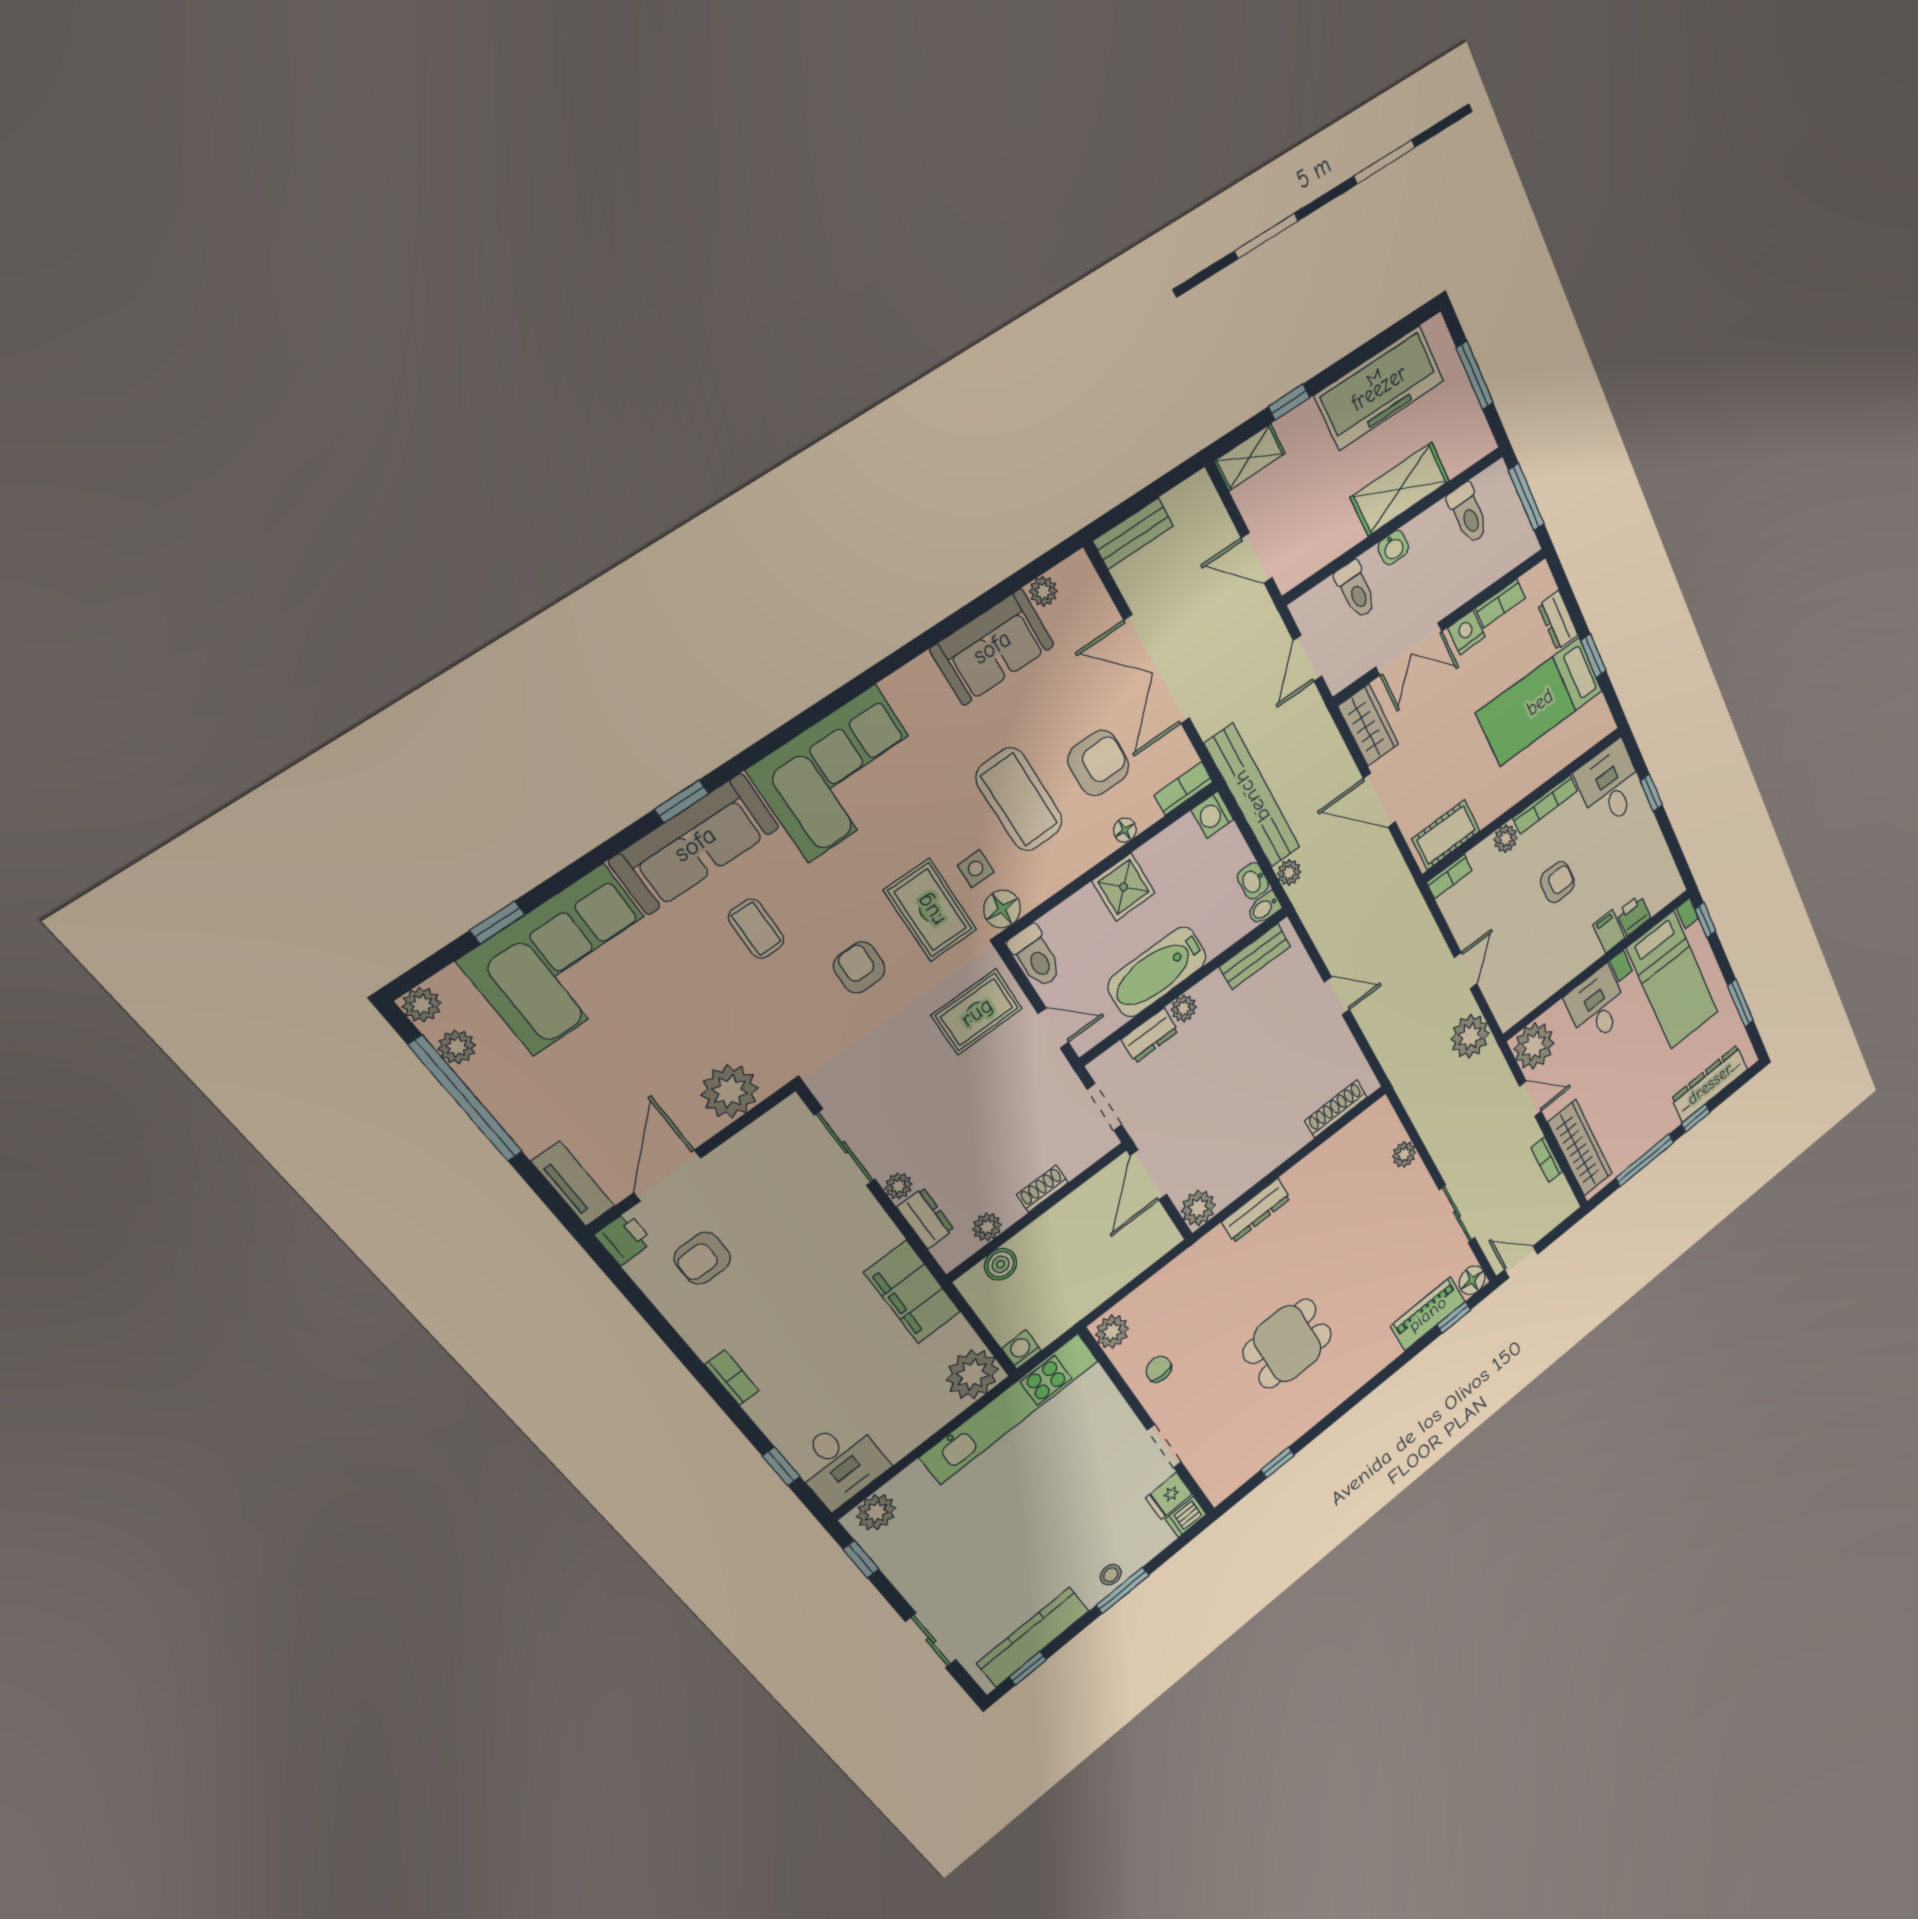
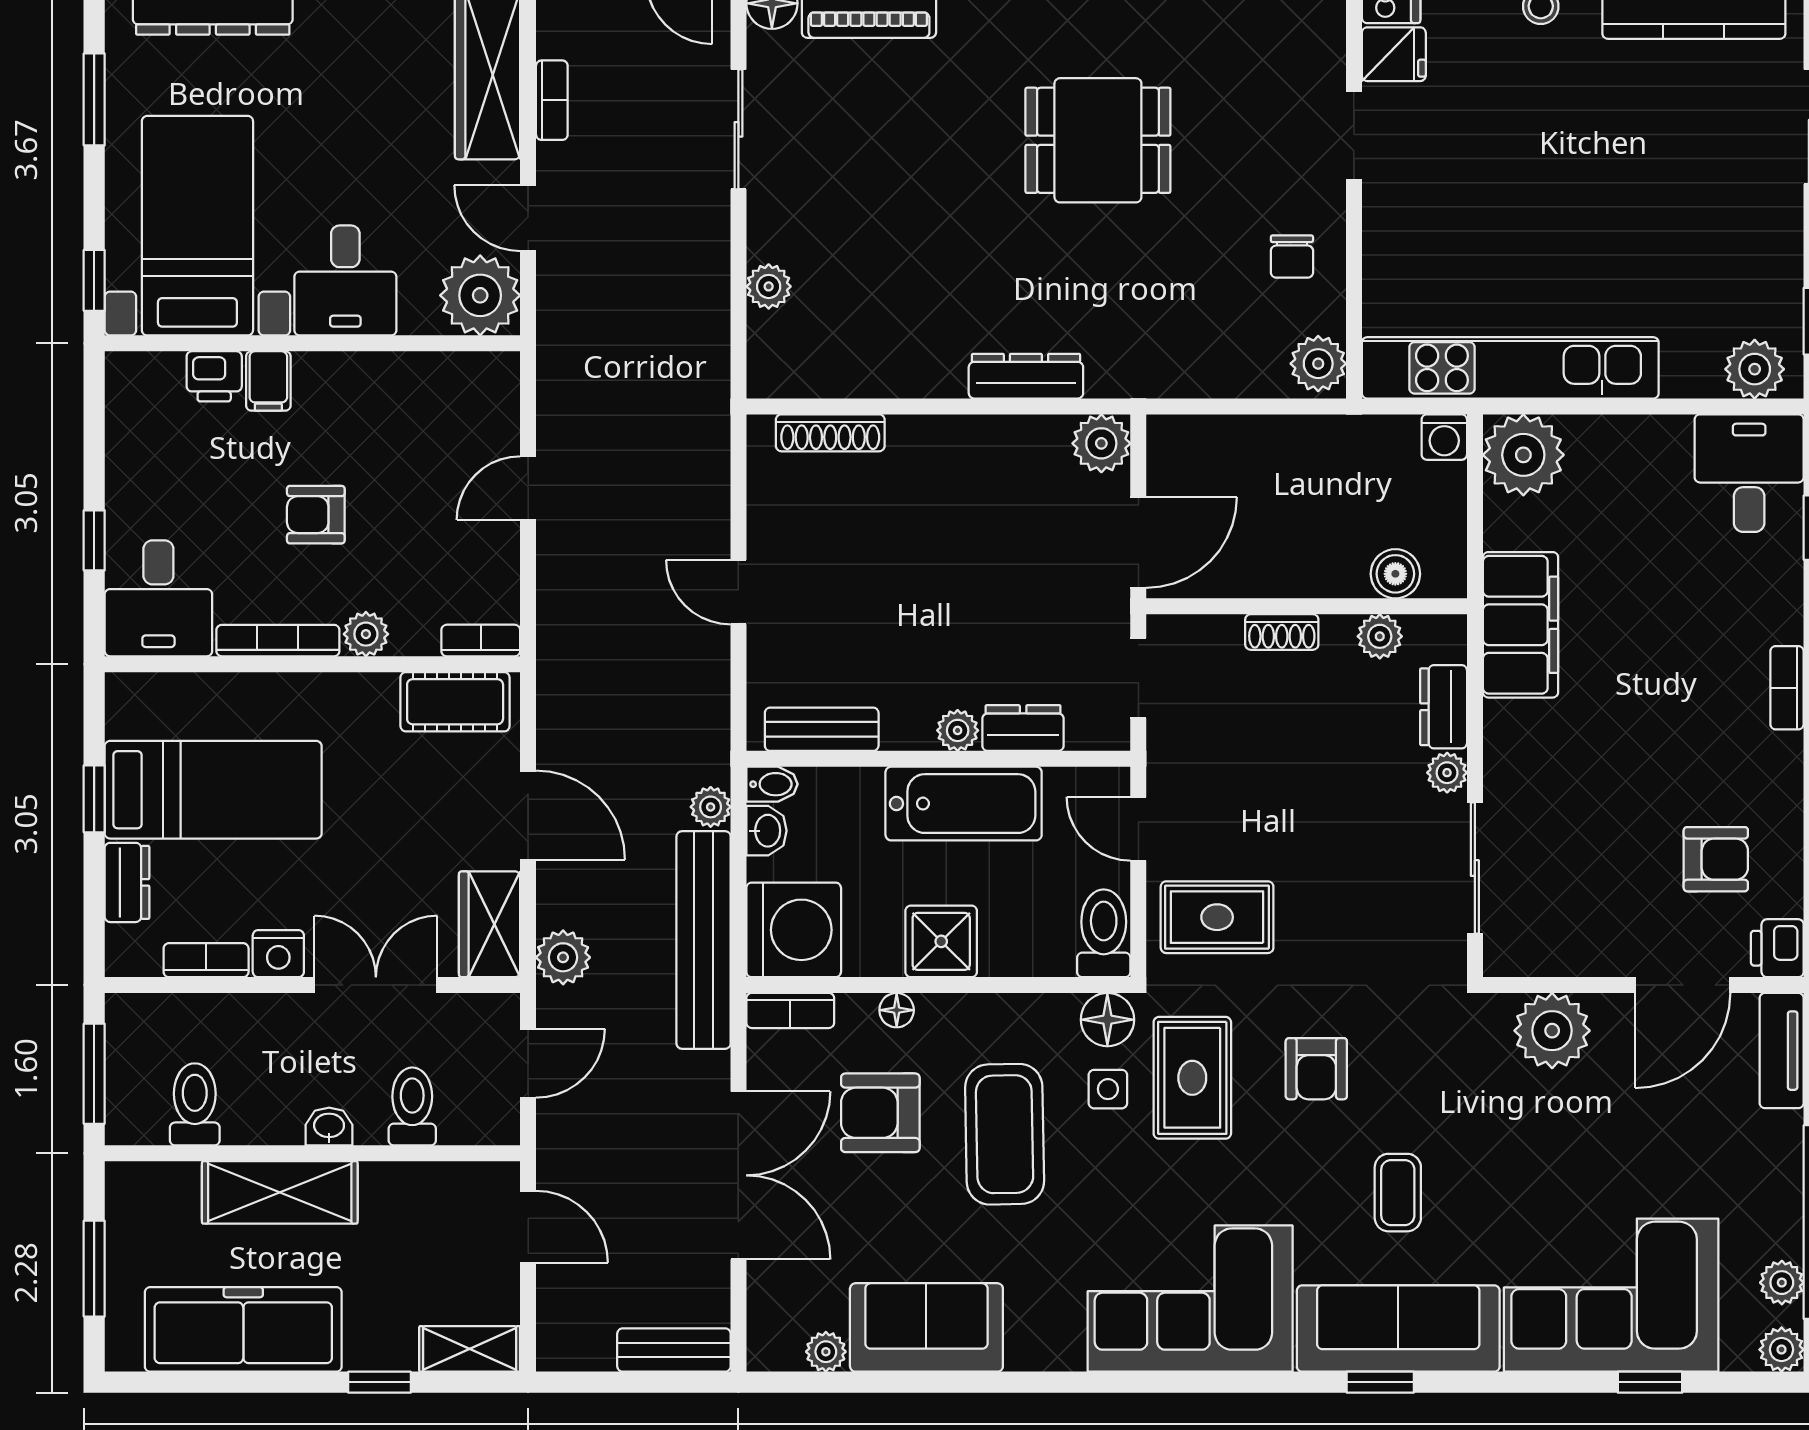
washing machine: (1212, 815) -> (794, 930), width x1.89, depth x1.89
plant: (1470, 1036) -> (563, 957), moved, width x0.73, depth x0.73

